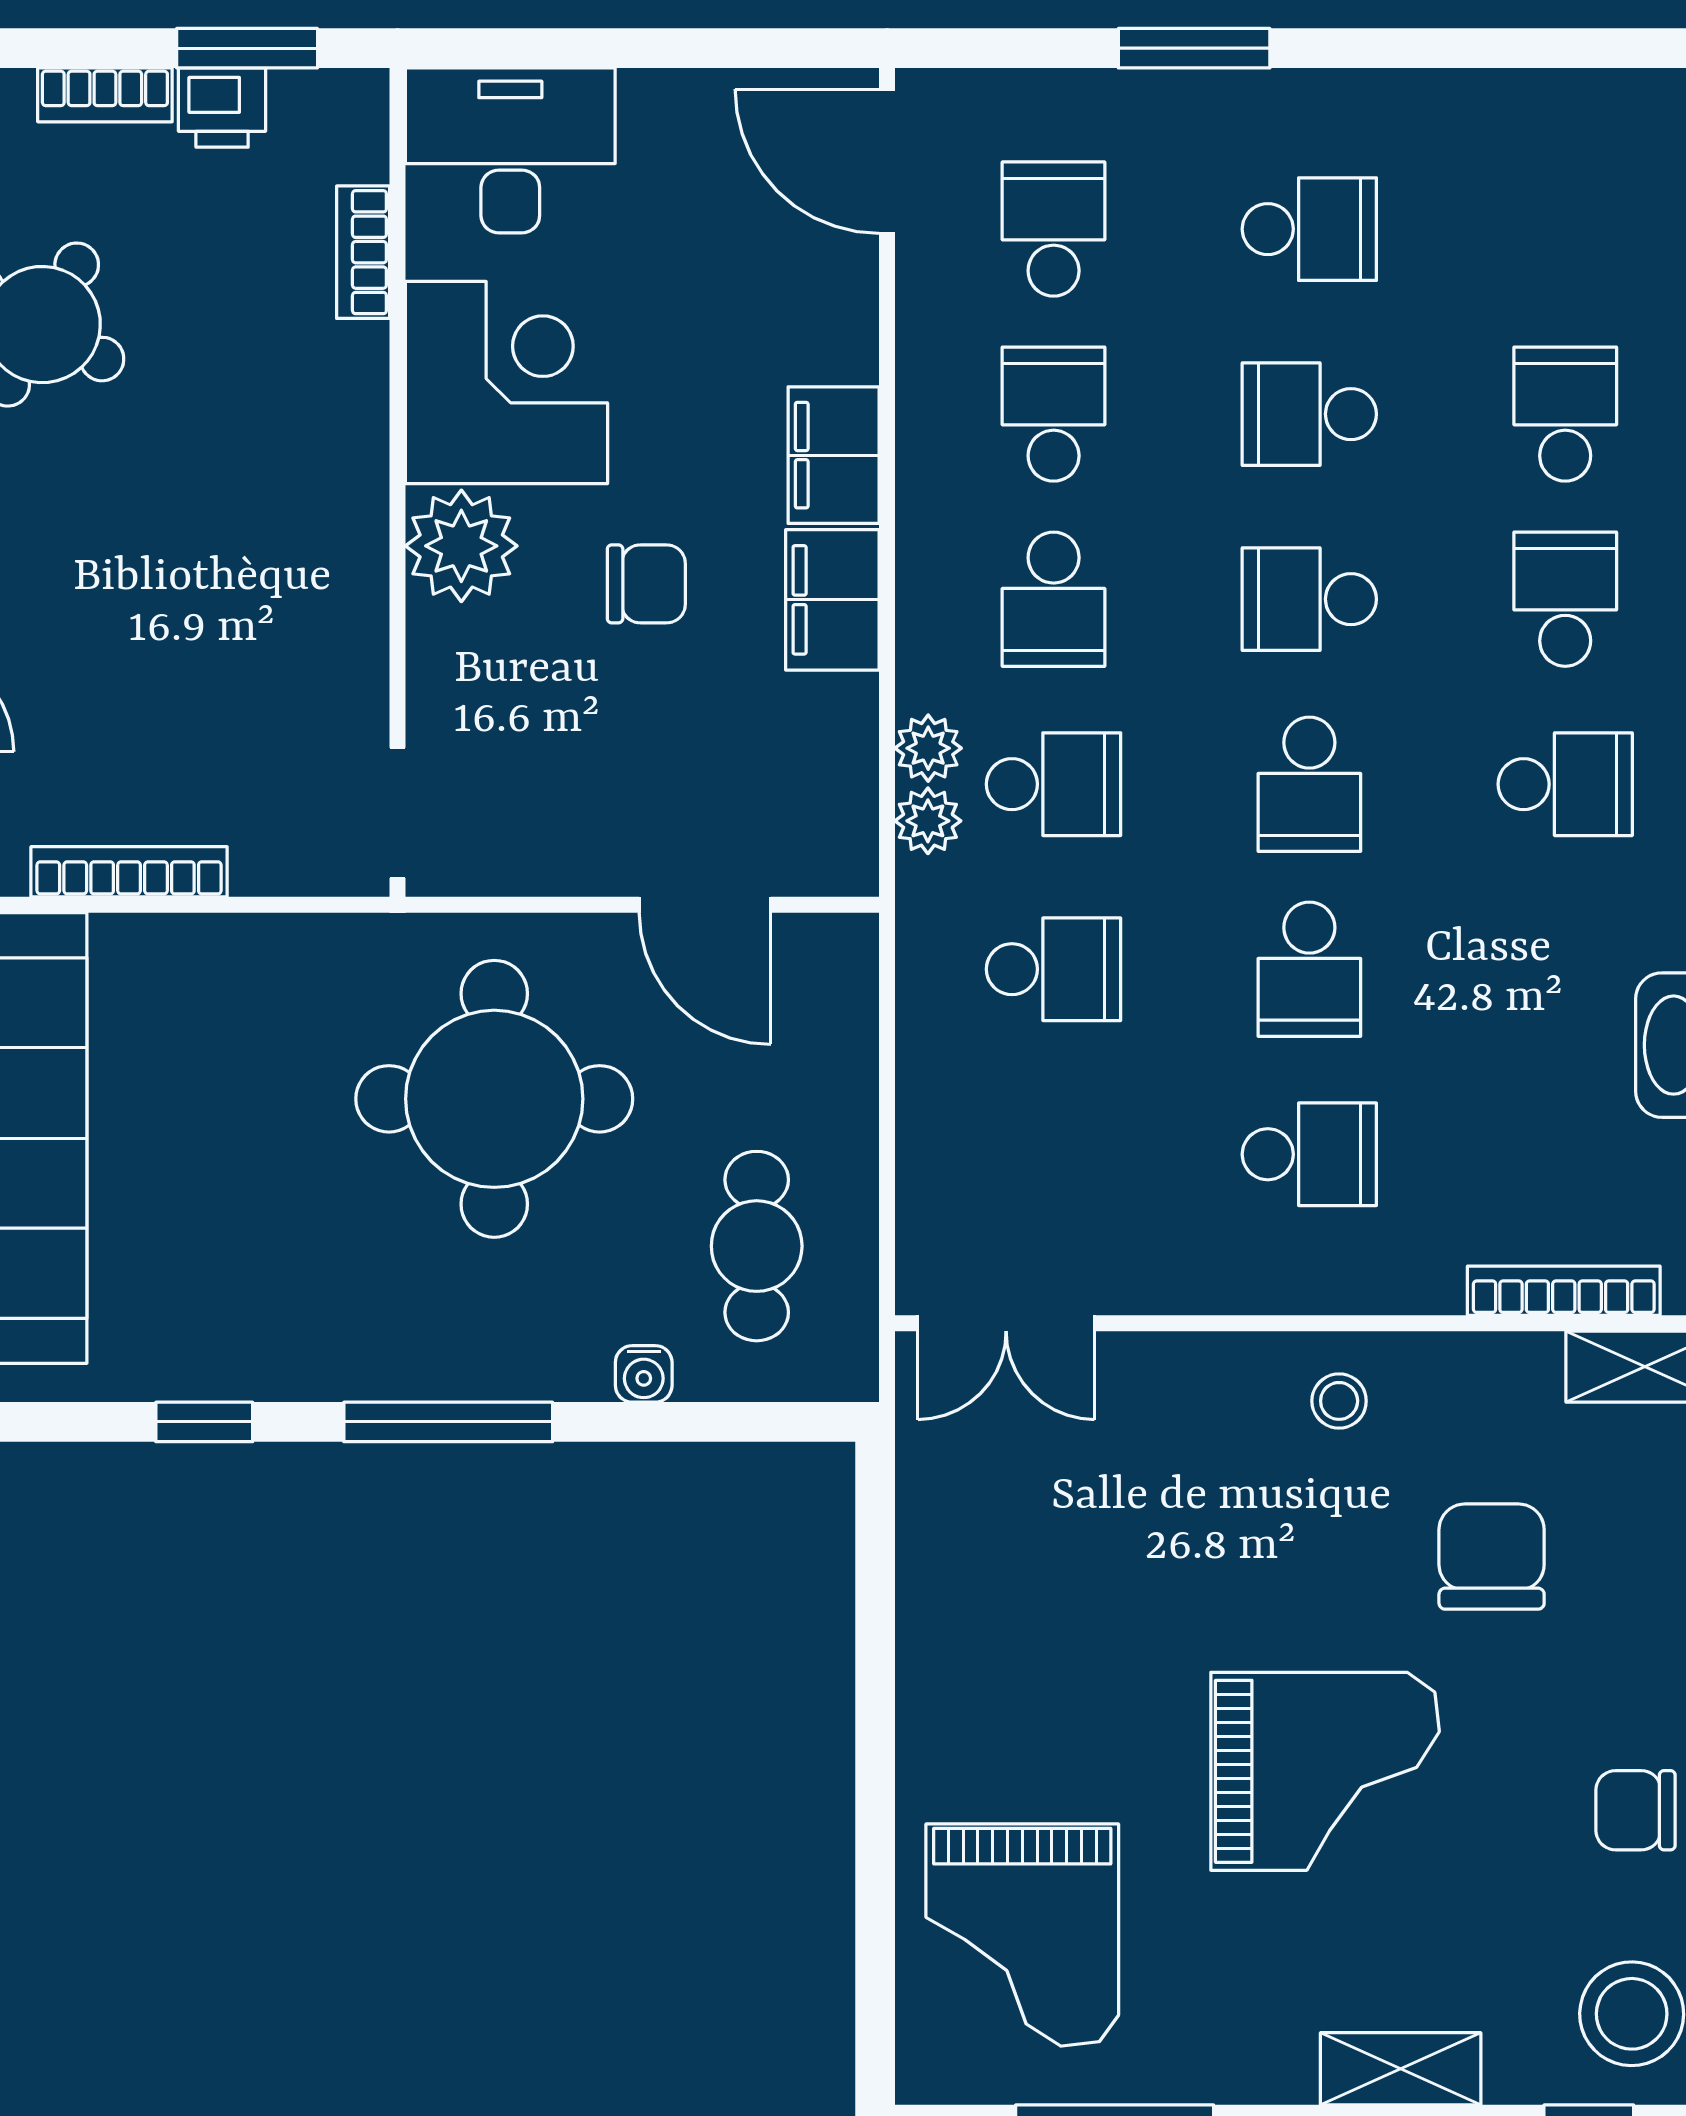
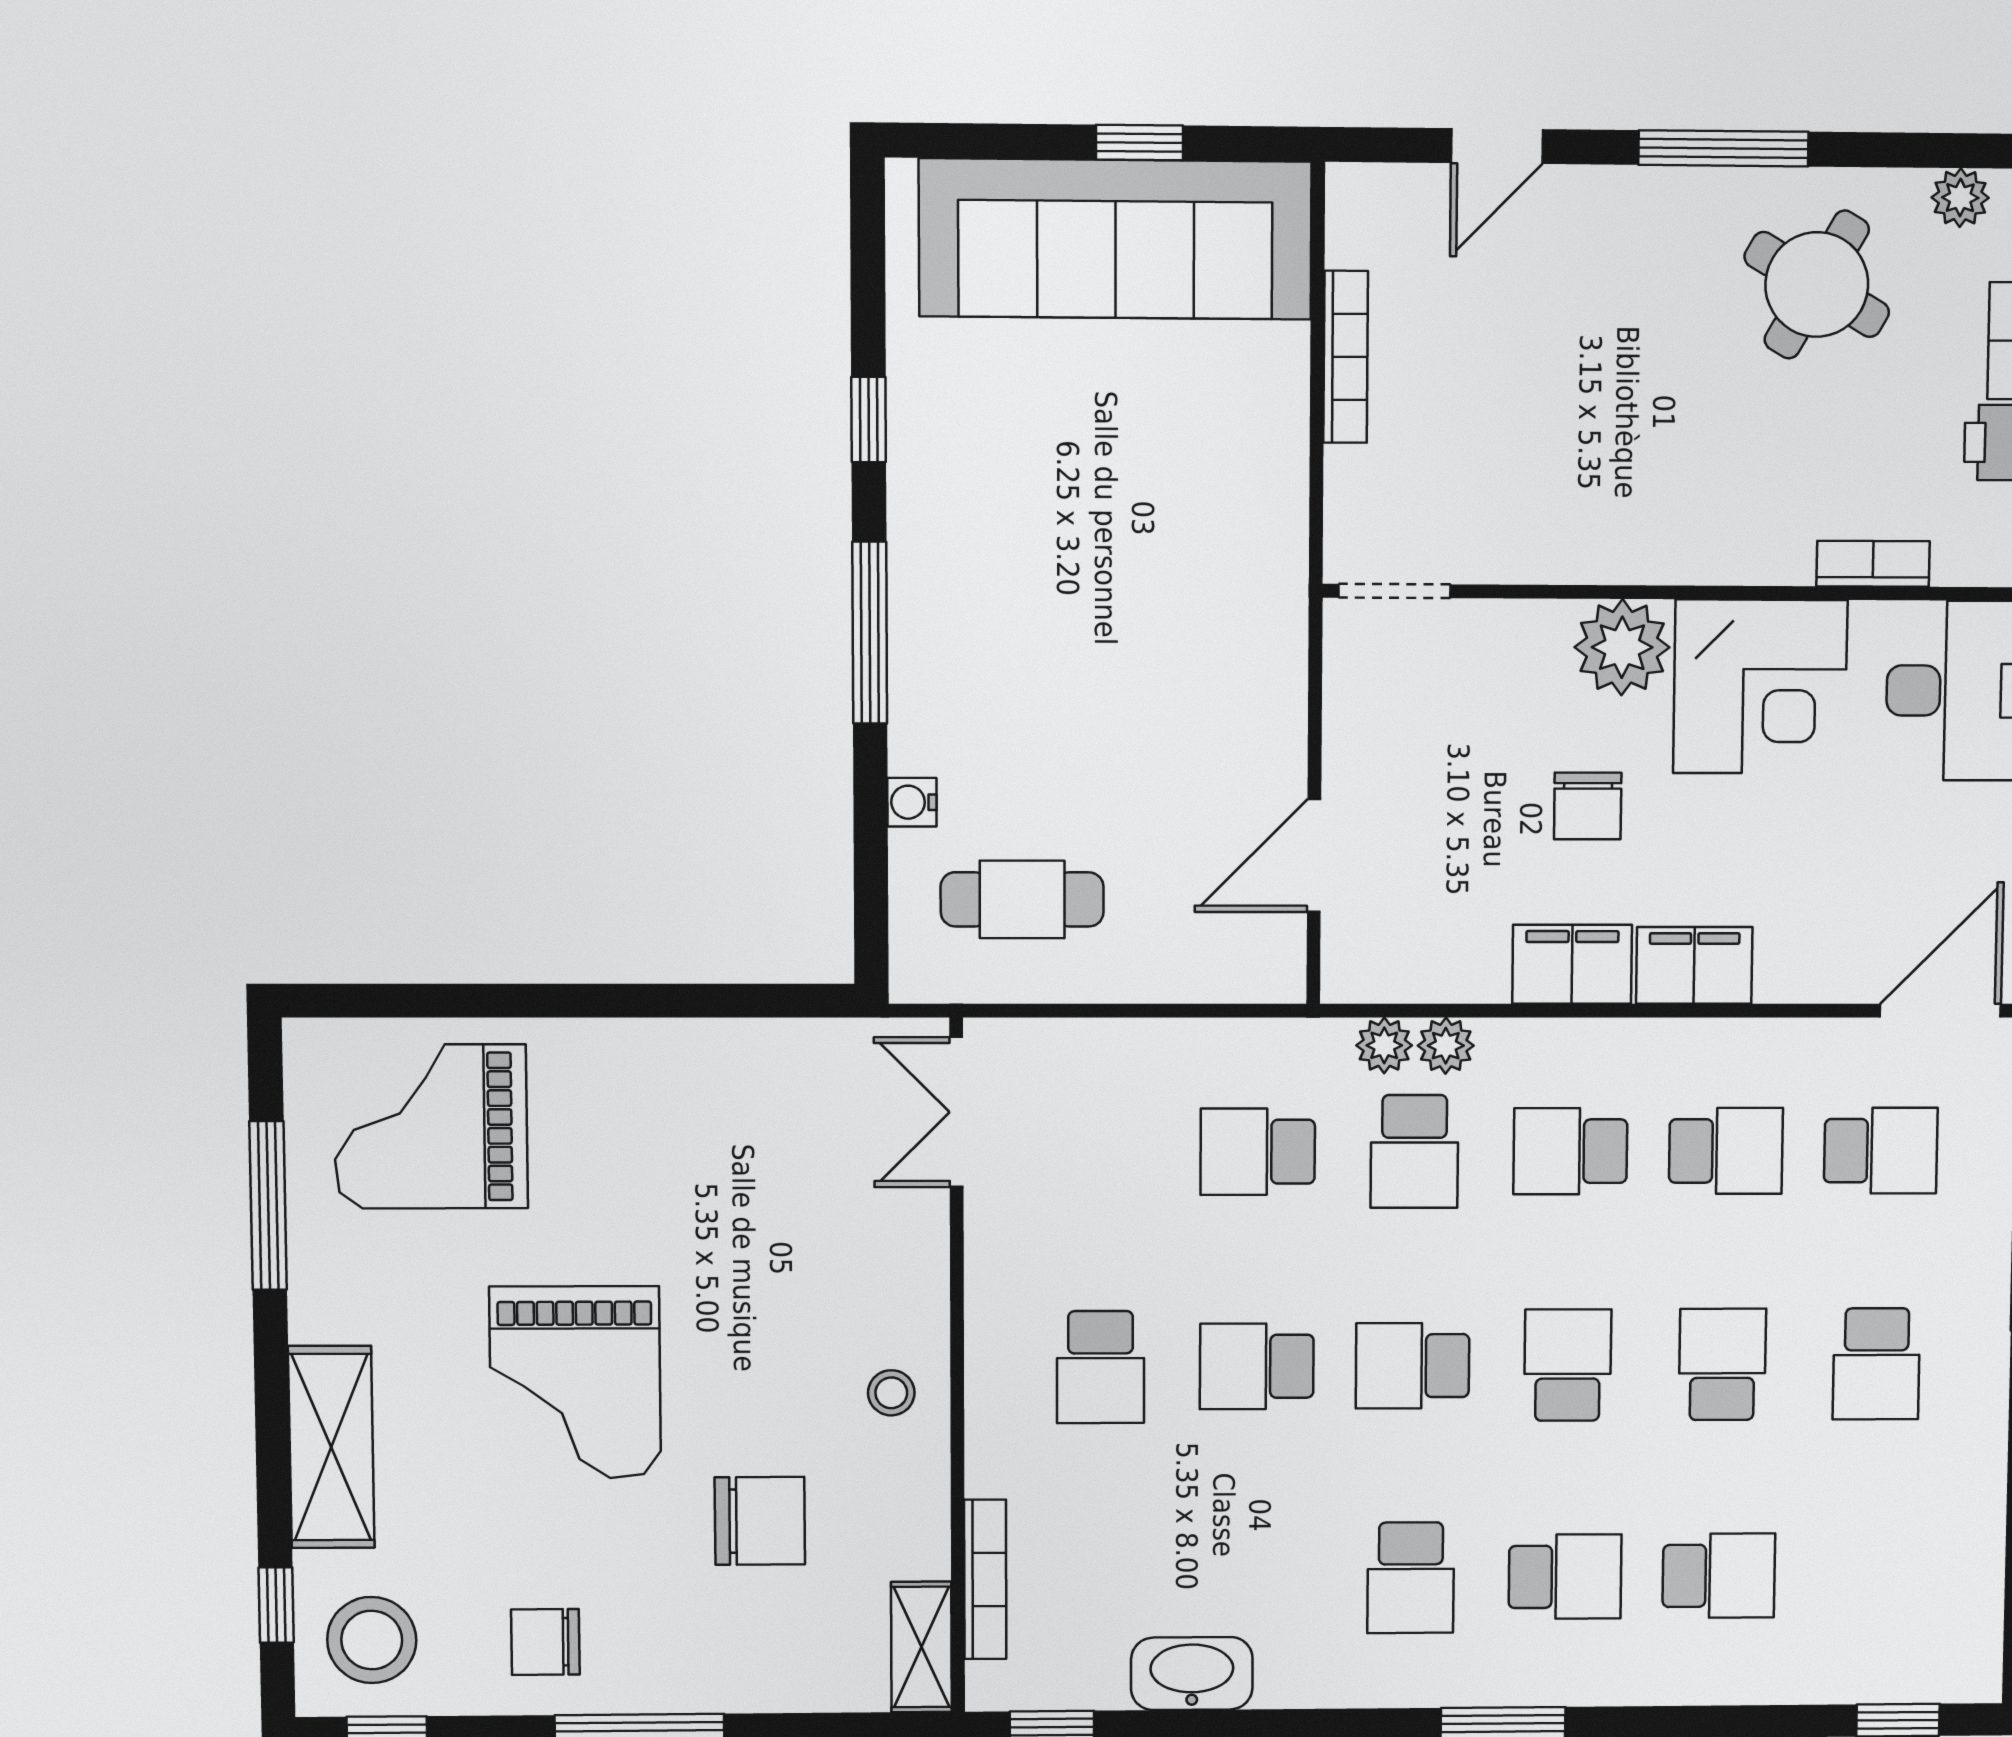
school desk: (1054, 969) -> (1258, 1152), turned 90
round table: (494, 1099) -> (1149, 674), removed
chair: (1636, 1810) -> (545, 1642), turned -90
shelving: (1401, 2069) -> (331, 1447), width x1.50, depth x1.33

